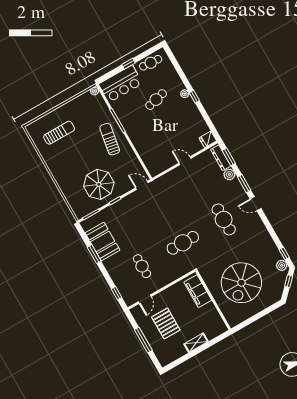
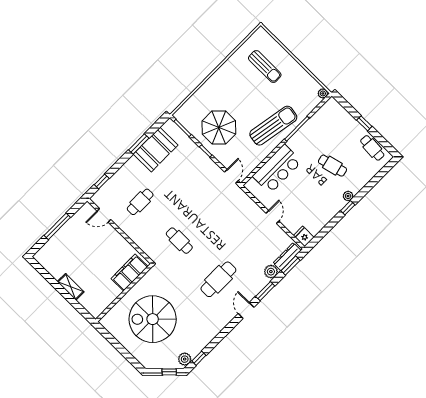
bar counter: (121, 84) -> (277, 169), moved, turned -90
sun lounger: (110, 139) -> (273, 126), width x1.36, depth x1.34
cafe table: (183, 243) -> (179, 241), width x0.73, depth x0.74
pallet: (166, 323) -> (83, 247), removed

